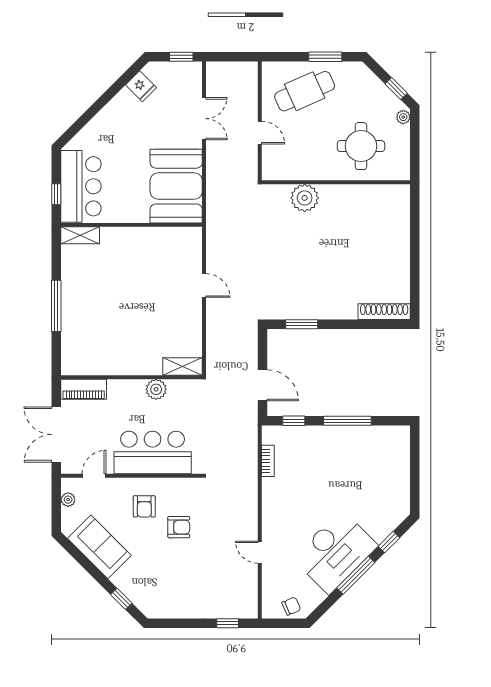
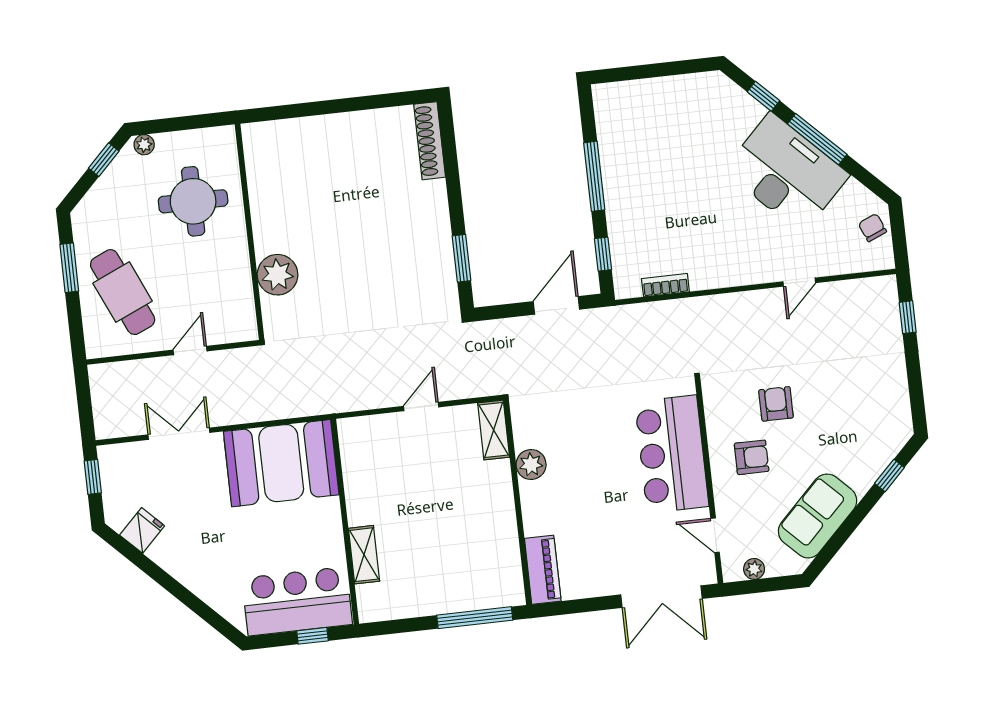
shelving: (80, 235) -> (364, 555), moved
shelving: (182, 366) -> (494, 430), moved
wall: (132, 377) -> (517, 502), moved
piano: (84, 389) -> (543, 570), moved
plant: (156, 389) -> (531, 464), moved

